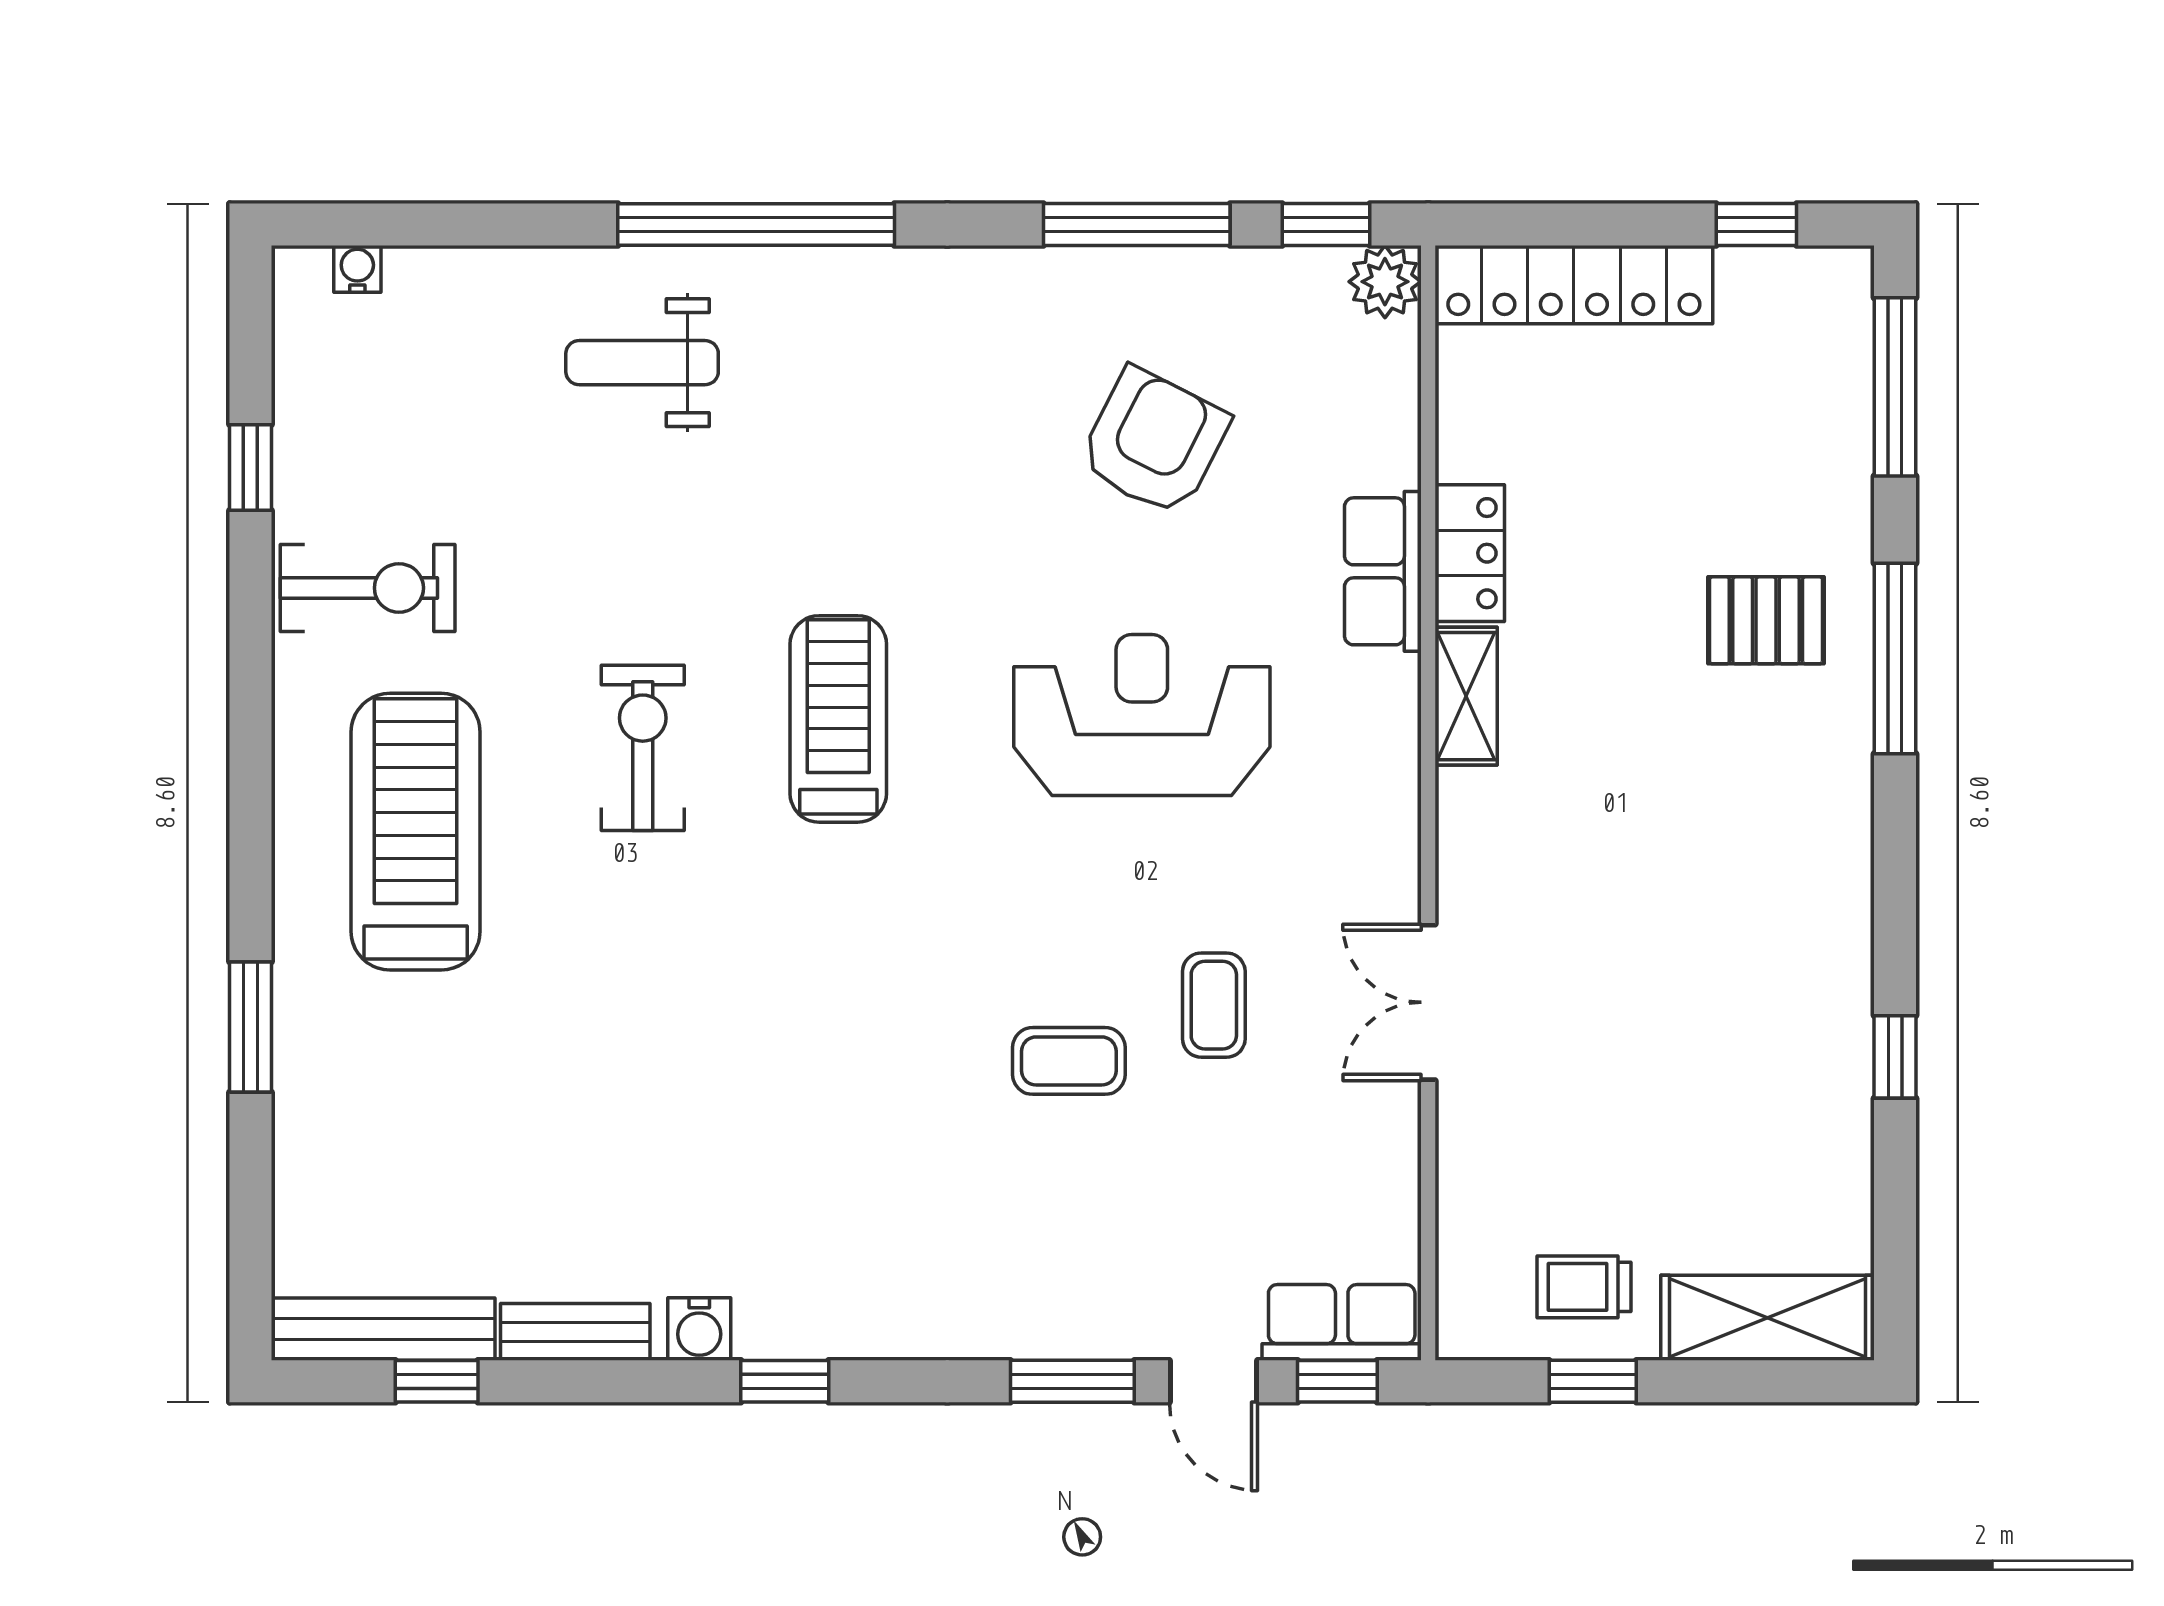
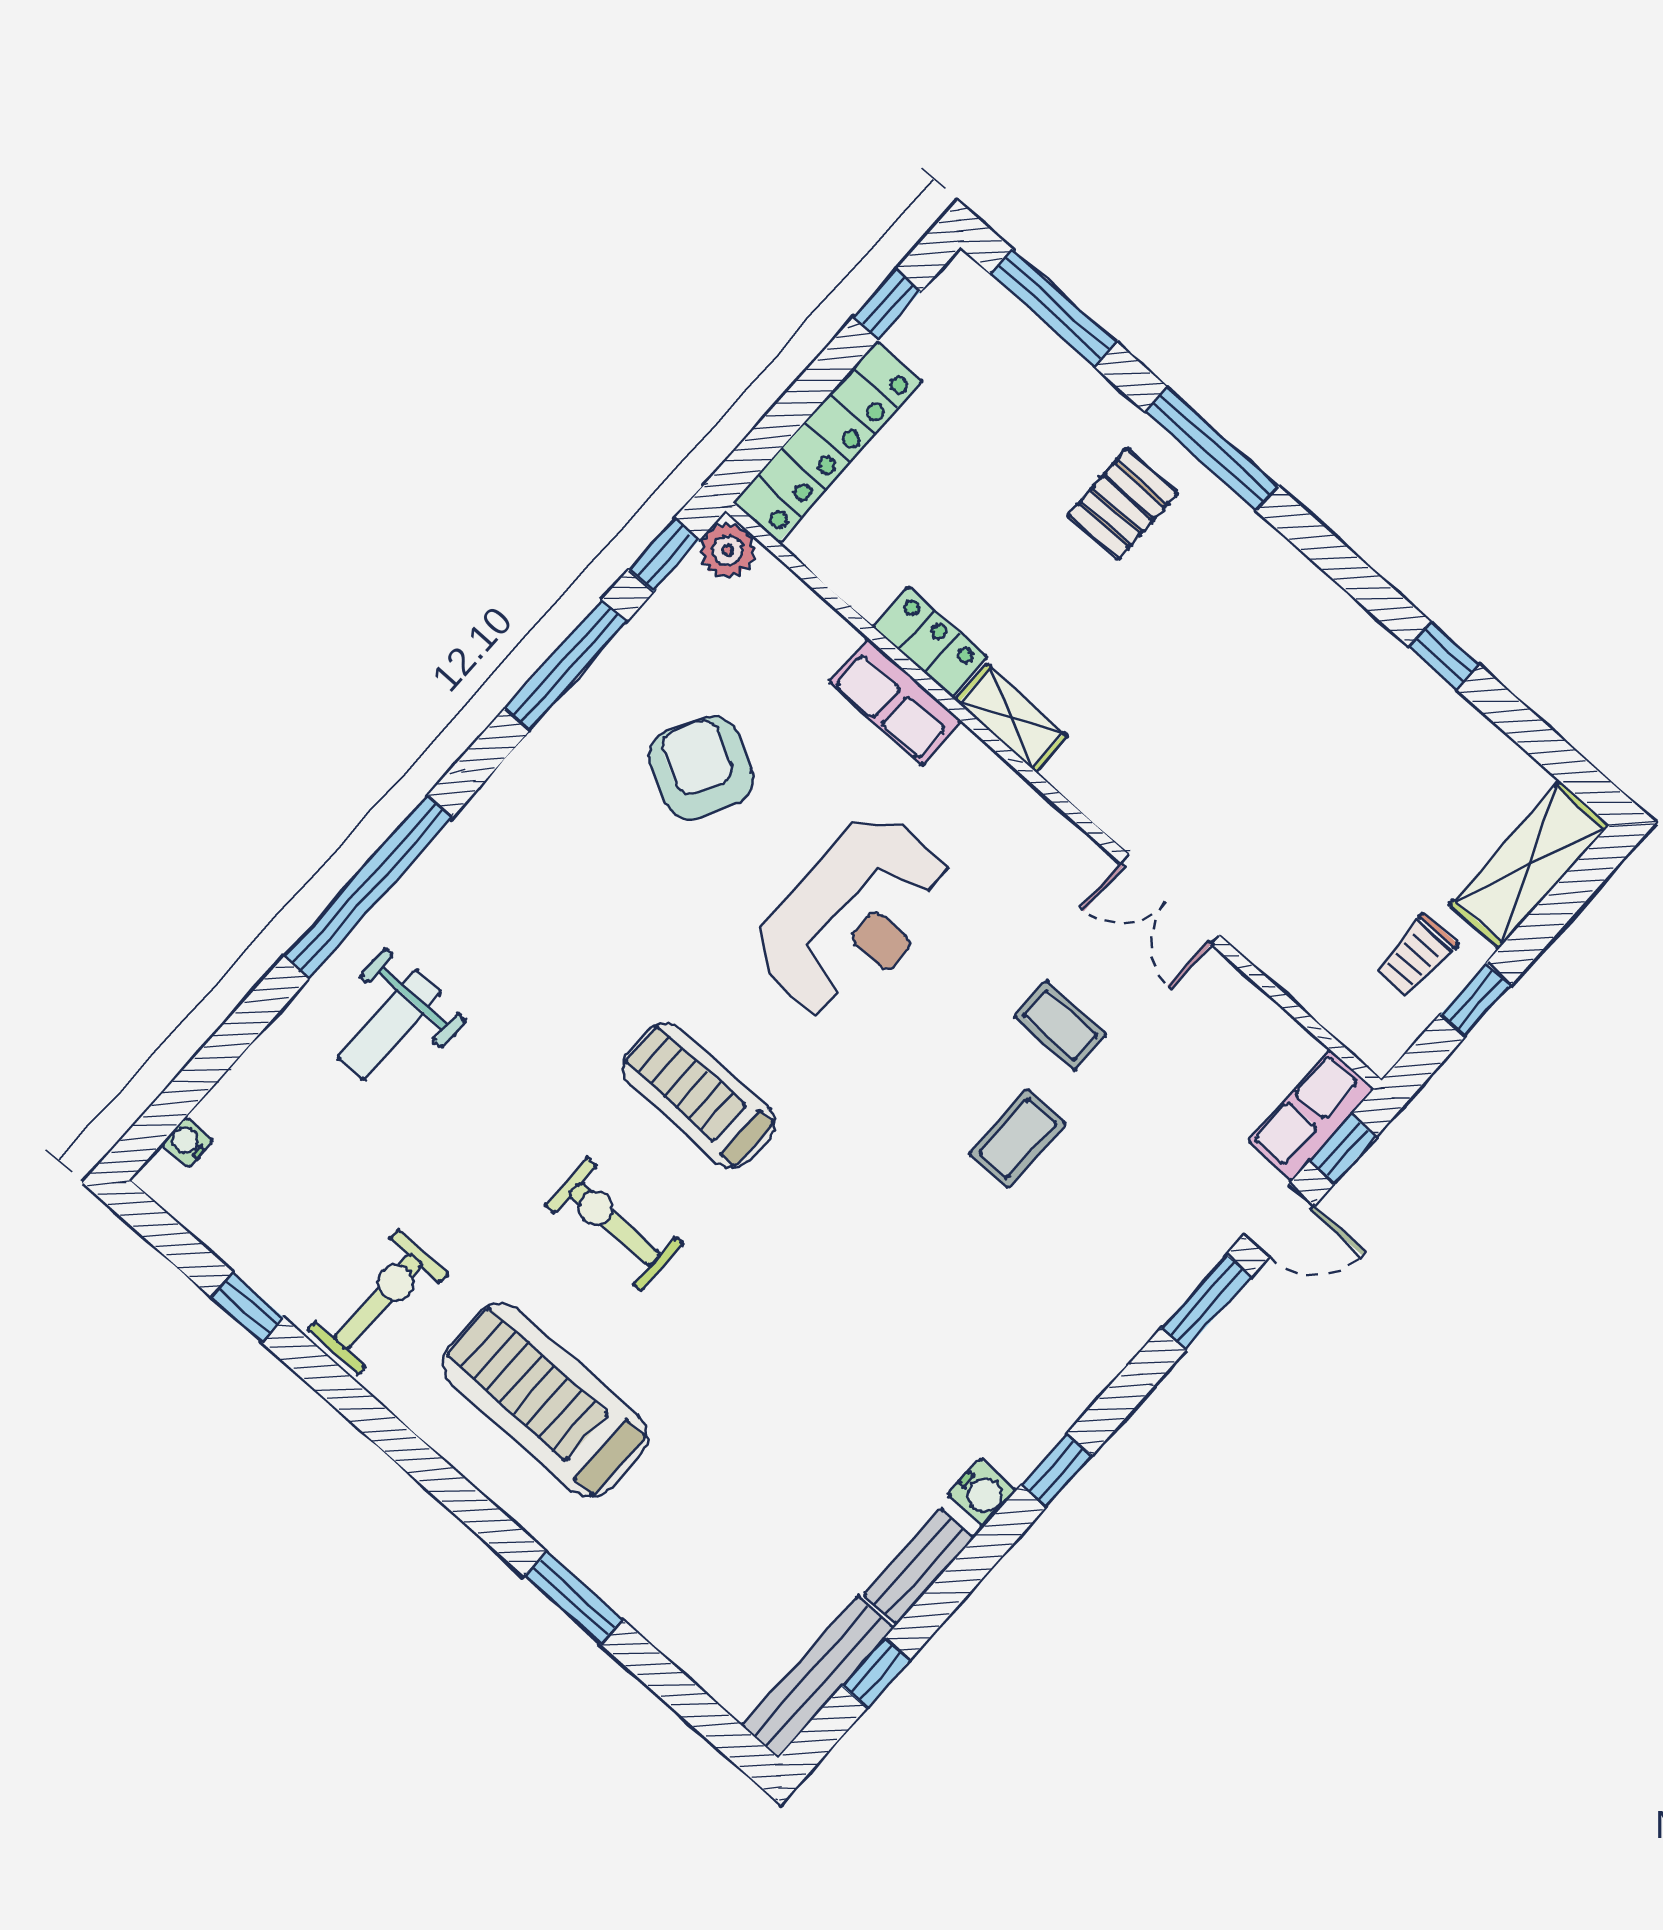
reception desk: (1142, 715) -> (854, 917), turned 180

